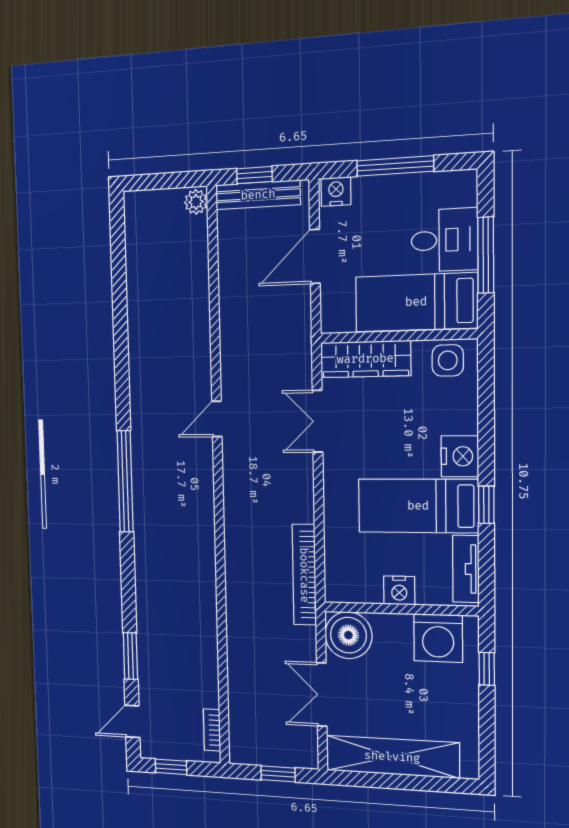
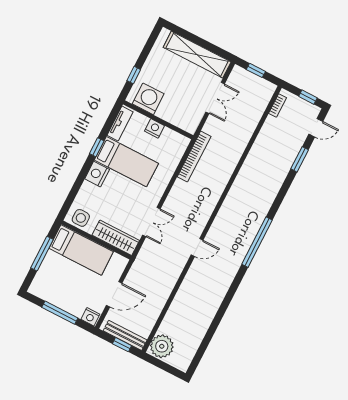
plant: (196, 202) -> (162, 346), width x1.88, depth x1.88
desk: (444, 240) -> (56, 270), removed
boiler: (348, 635) -> (188, 119), removed

